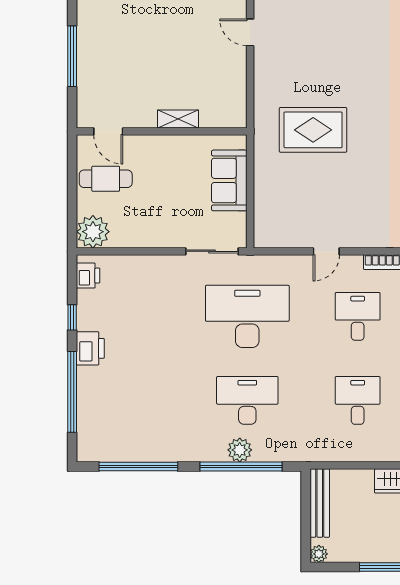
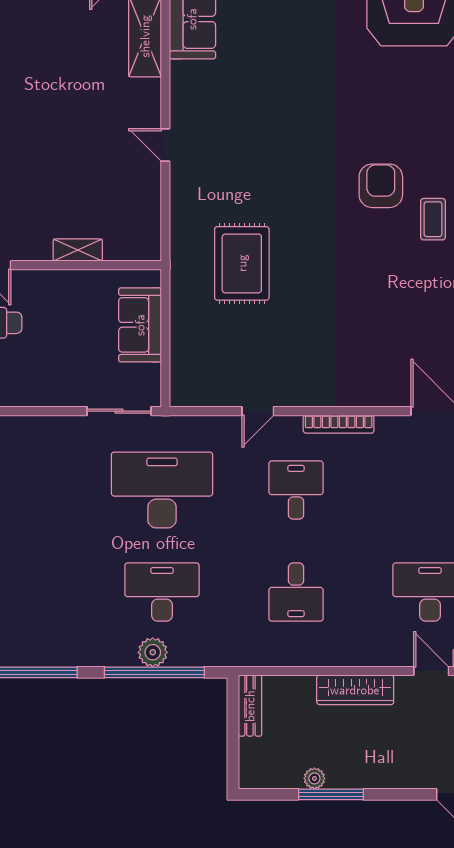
rug: (313, 130) -> (242, 263), turned 90
desk: (358, 400) -> (296, 592), turned 180
bench: (320, 503) -> (250, 706), width x0.73
plant: (319, 554) -> (314, 778), moved

